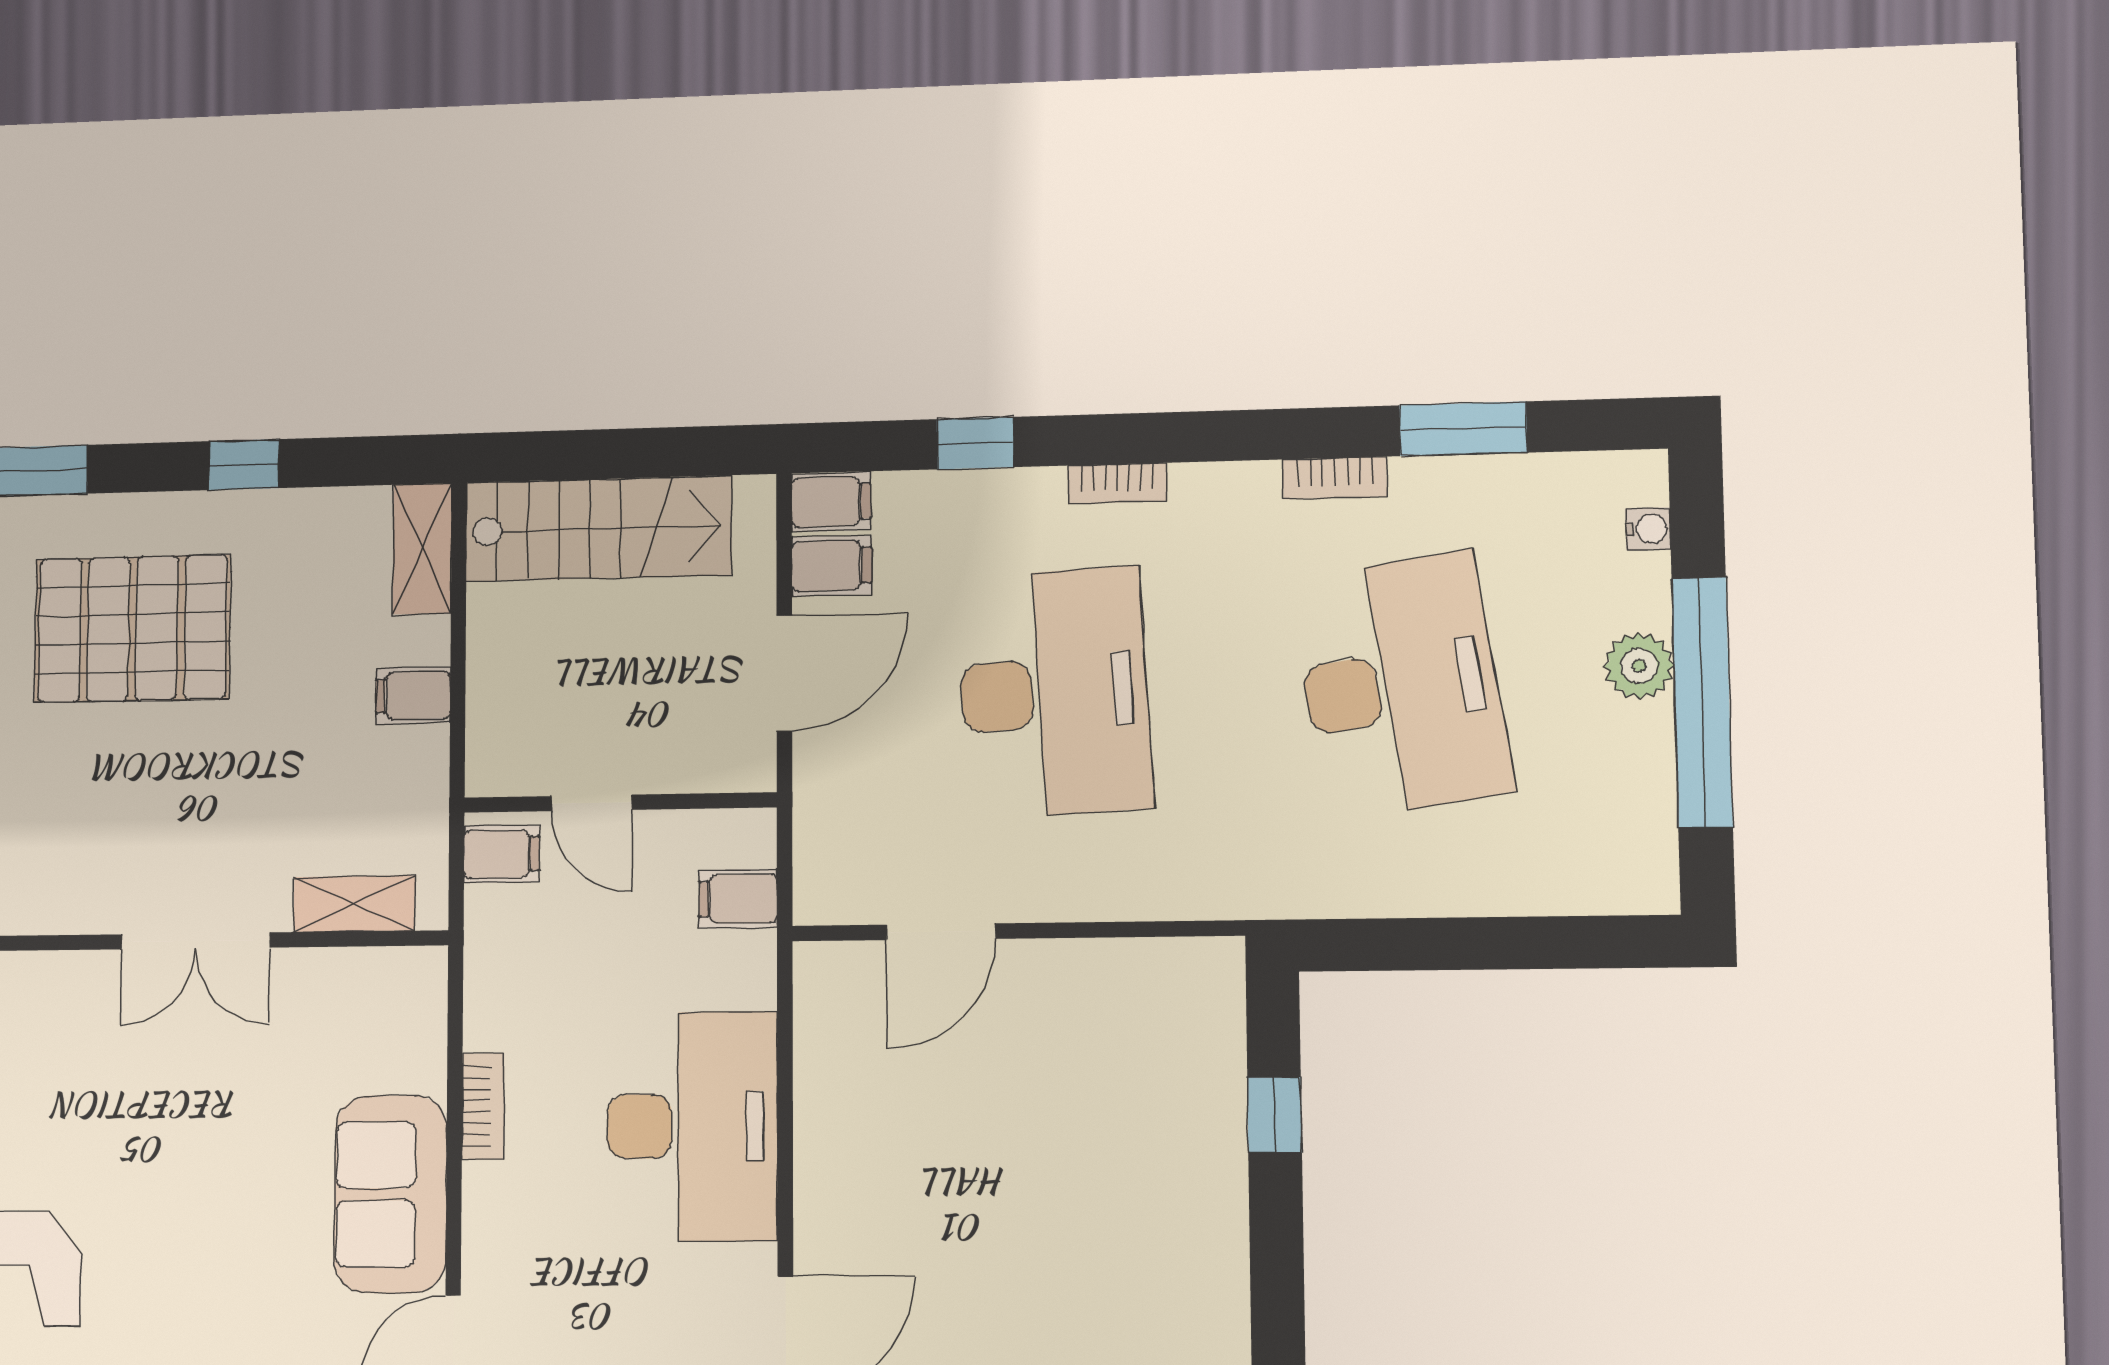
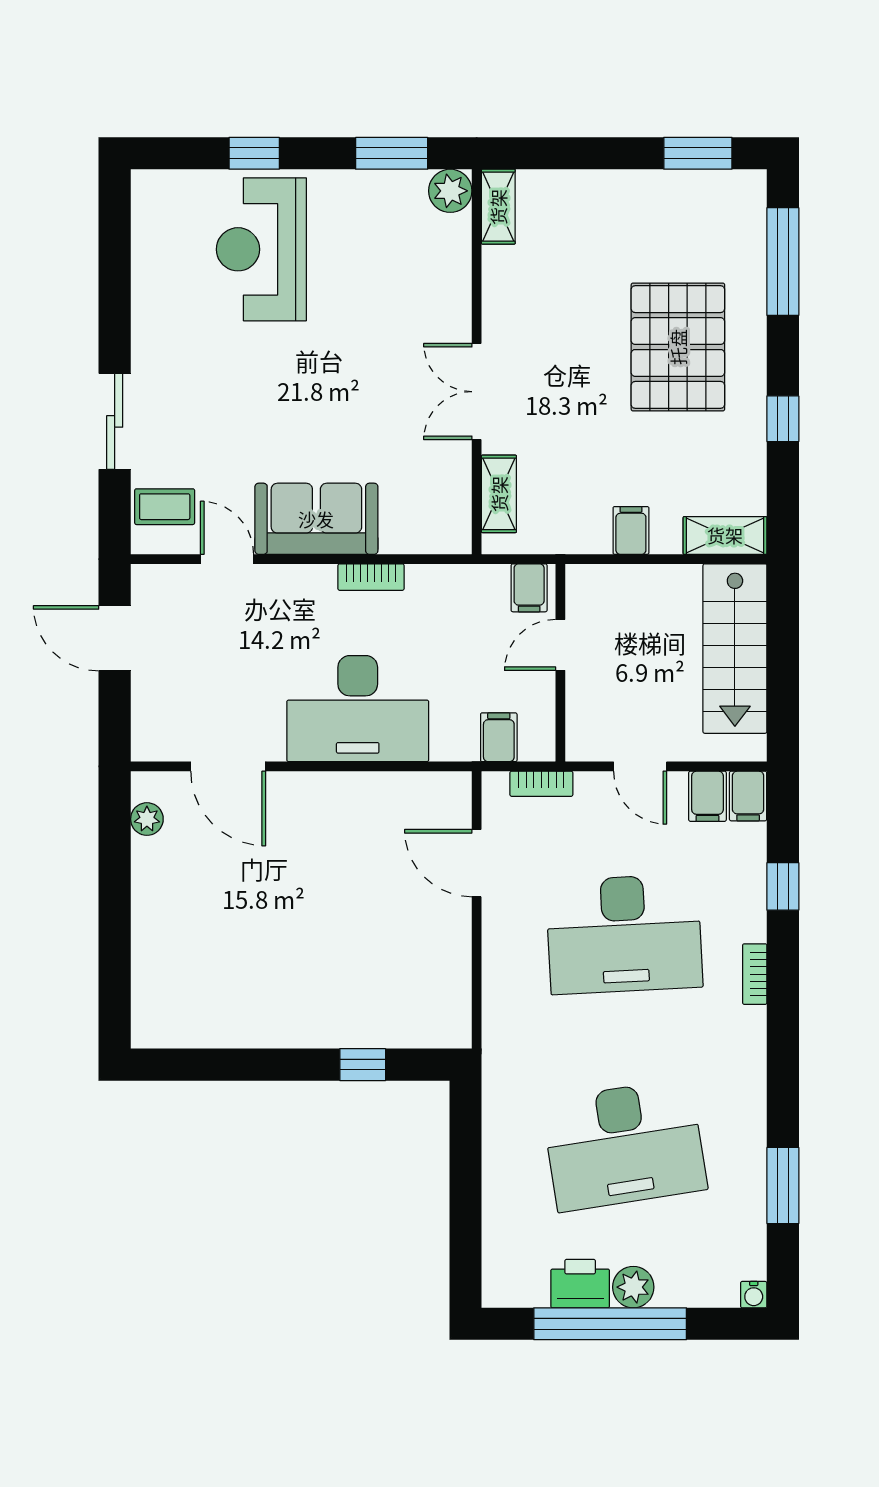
bookcase: (1335, 478) -> (541, 784), moved, turned -90
water cooler: (1648, 529) -> (754, 1295), moved
door: (784, 673) -> (640, 766), width x0.73
printer: (1635, 753) -> (580, 1284), added

